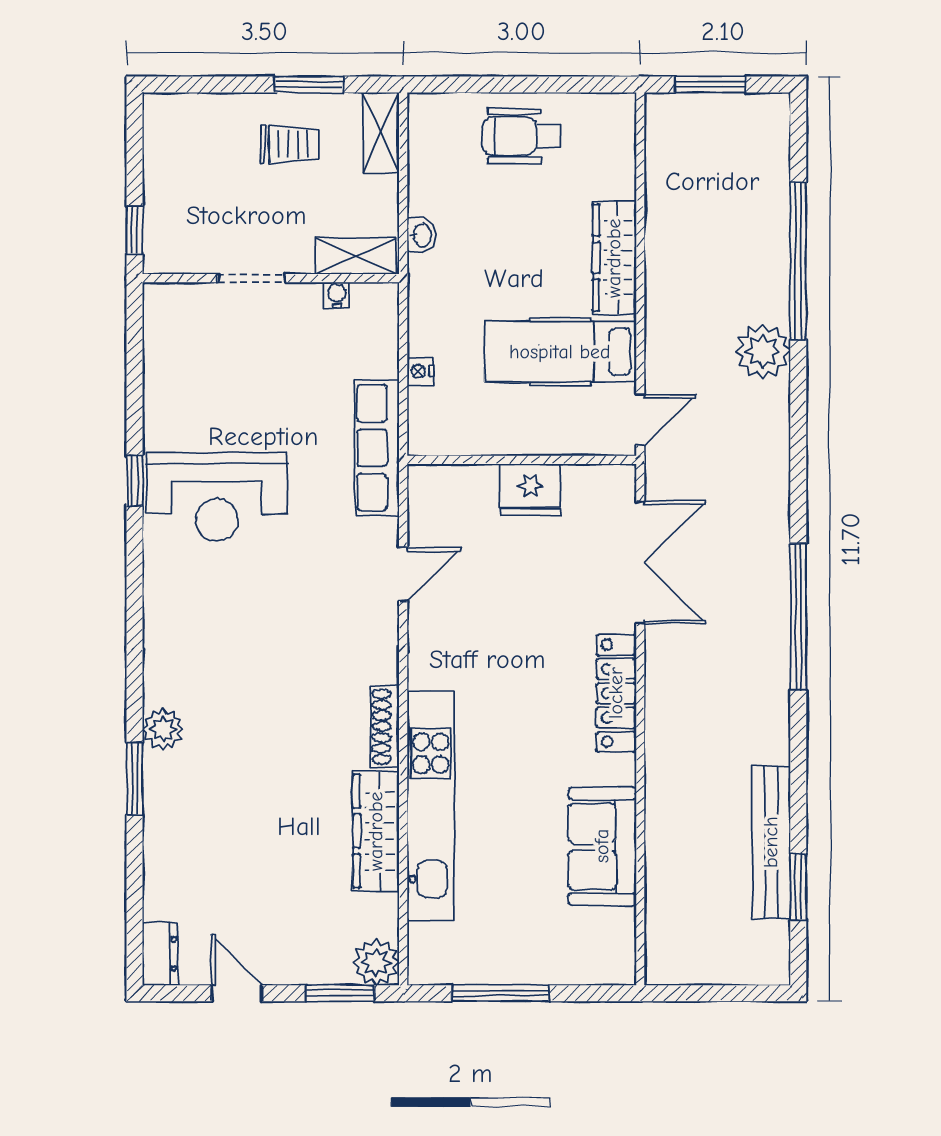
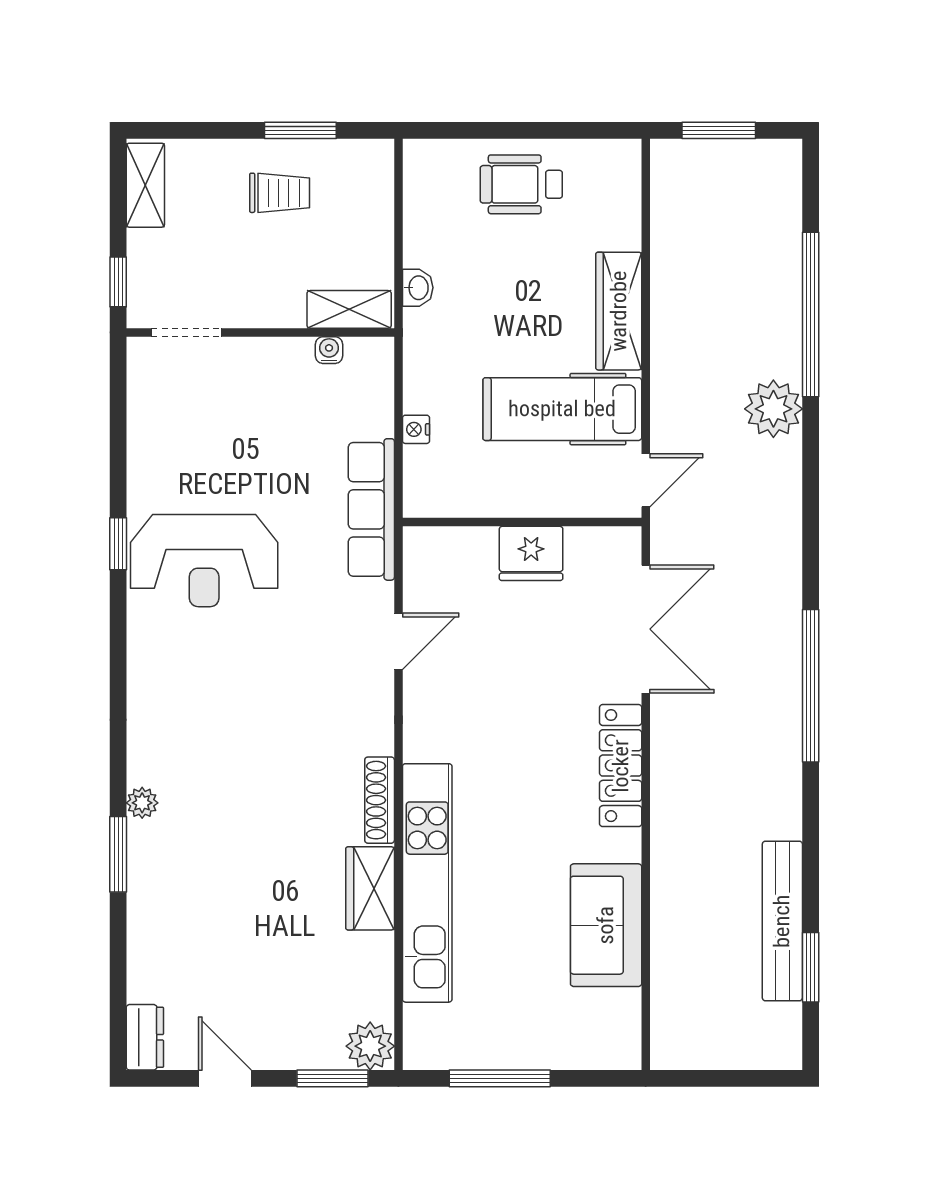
shelving: (381, 133) -> (145, 185), moved
doorway: (251, 278) -> (187, 332), moved
plant: (163, 729) -> (142, 803), width x0.73, depth x0.73
wardrobe: (376, 831) -> (370, 888), width x0.67

